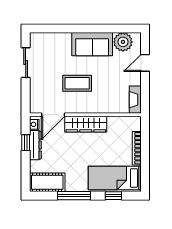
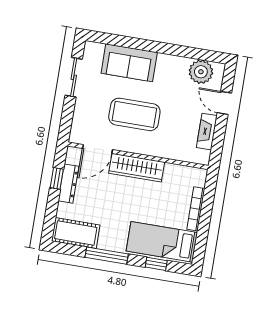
sofa: (92, 44) -> (129, 63), moved
door: (145, 63) -> (224, 103), hinge flipped
coffee table: (77, 83) -> (134, 114), width x1.36, depth x1.32
fireplace: (135, 100) -> (207, 132), moved
nightstand: (34, 124) -> (72, 157), removed

